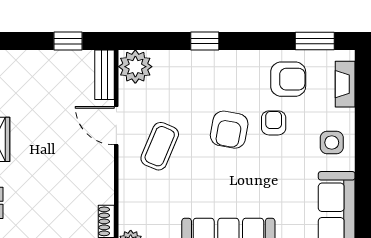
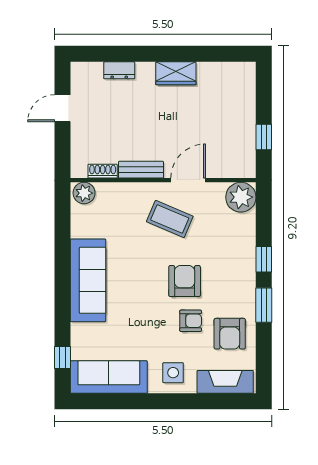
window: (315, 41) -> (264, 305), moved
bench: (105, 75) -> (141, 170), moved
fireplace: (345, 84) -> (225, 382), width x1.37, depth x1.32
armchair: (229, 130) -> (185, 281), turned 80

